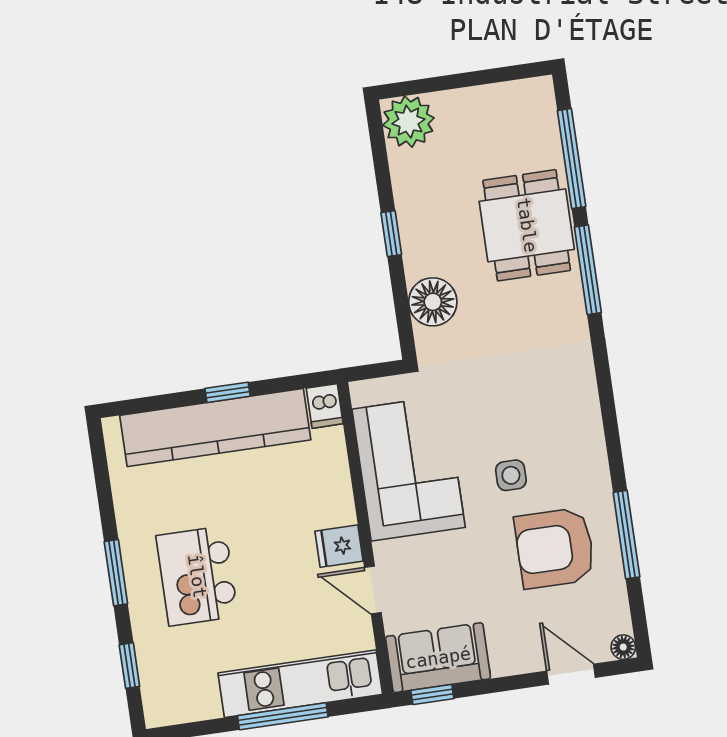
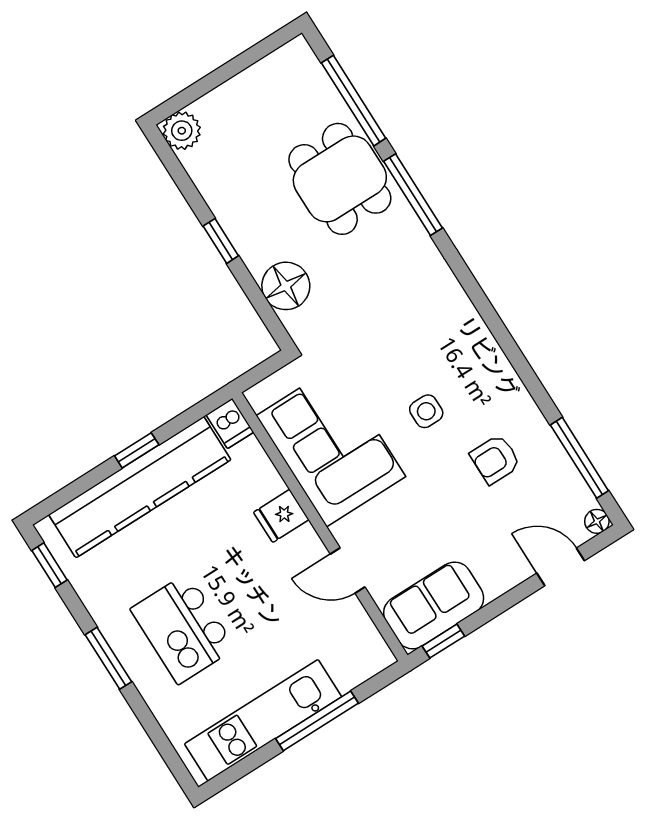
plant: (408, 122) -> (182, 131), width x0.73, depth x0.73
window: (626, 535) -> (579, 458), moved
fridge: (339, 546) -> (281, 516), moved
armchair: (555, 548) -> (495, 459), width x0.53, depth x0.53
window: (129, 666) -> (50, 565), moved
kitchen unit: (300, 684) -> (263, 720), moved

